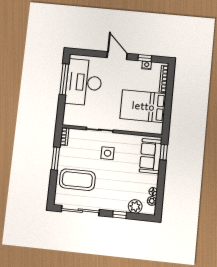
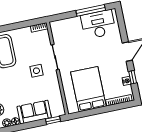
desk: (84, 82) -> (98, 24), width x0.73, depth x0.77
sofa: (151, 156) -> (34, 112), moved
window: (56, 159) -> (17, 26), removed

